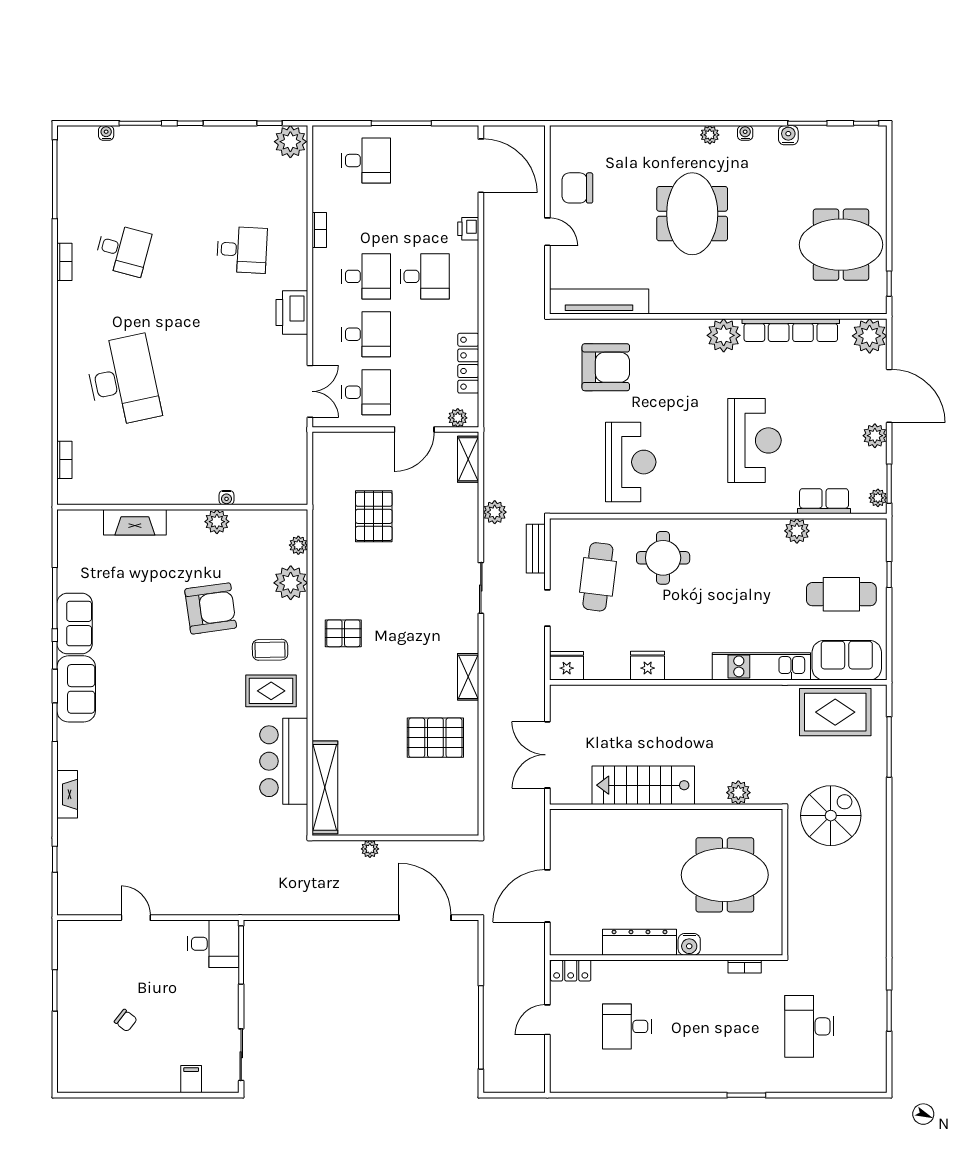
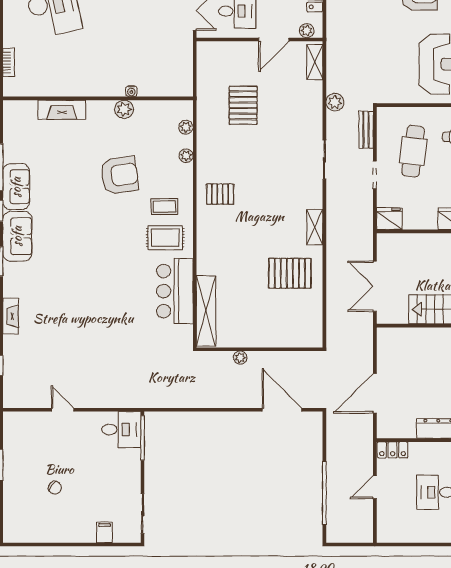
plant: (291, 583) -> (186, 156), width x0.53, depth x0.53

